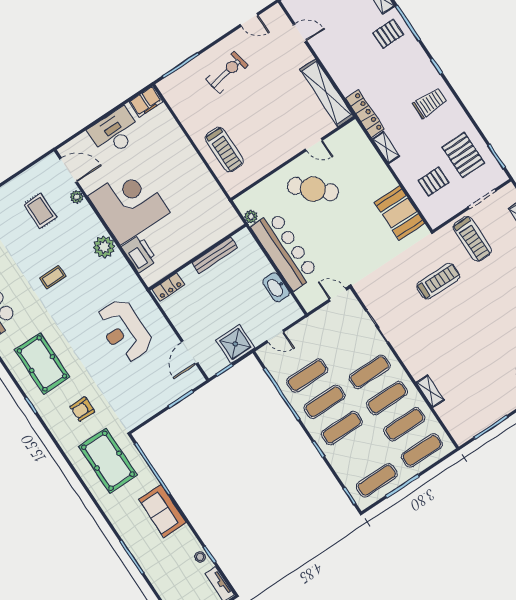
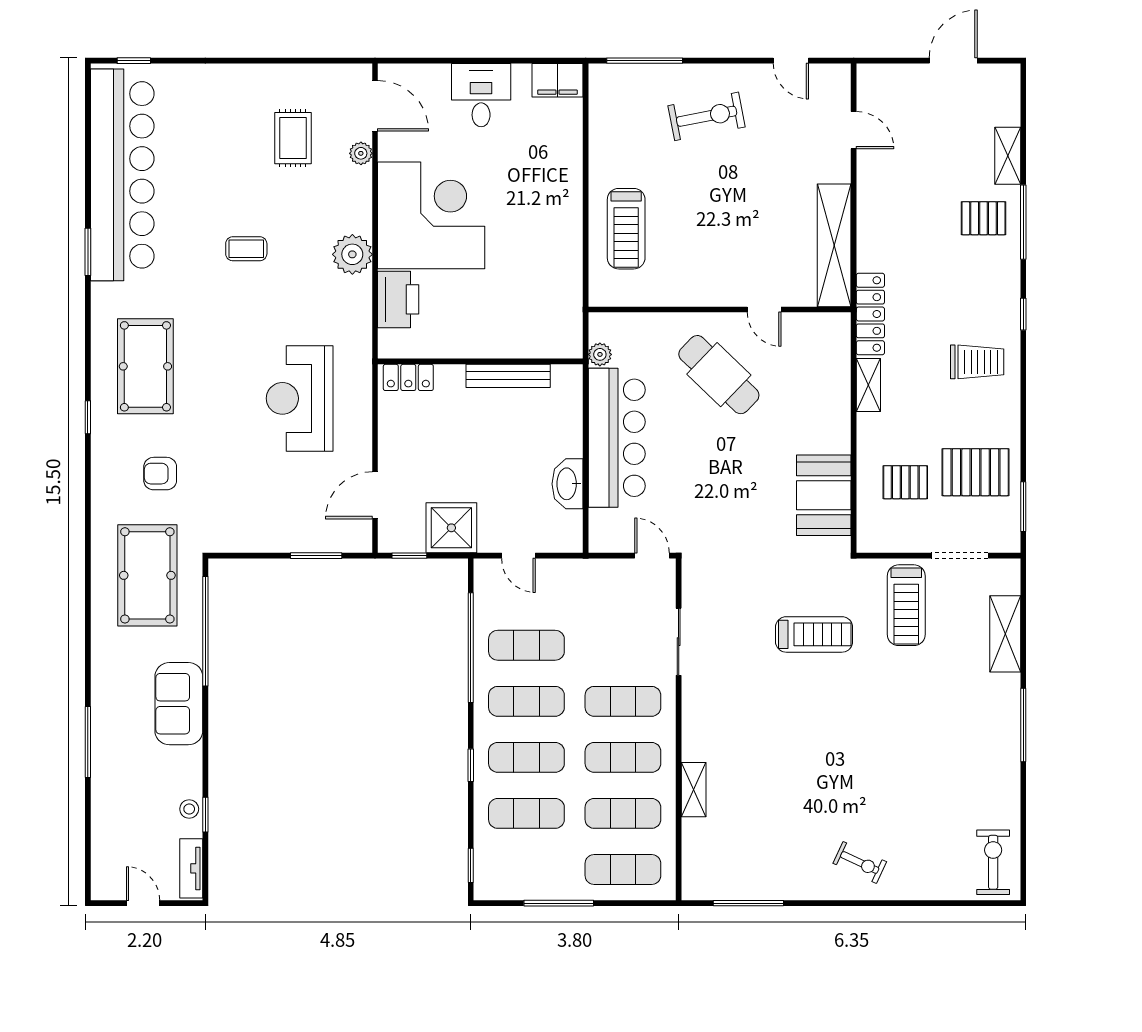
desk: (115, 132) -> (481, 95), width x0.73
pallet: (463, 155) -> (976, 472), turned 90
exercise mat: (377, 480) -> (526, 813), moved

